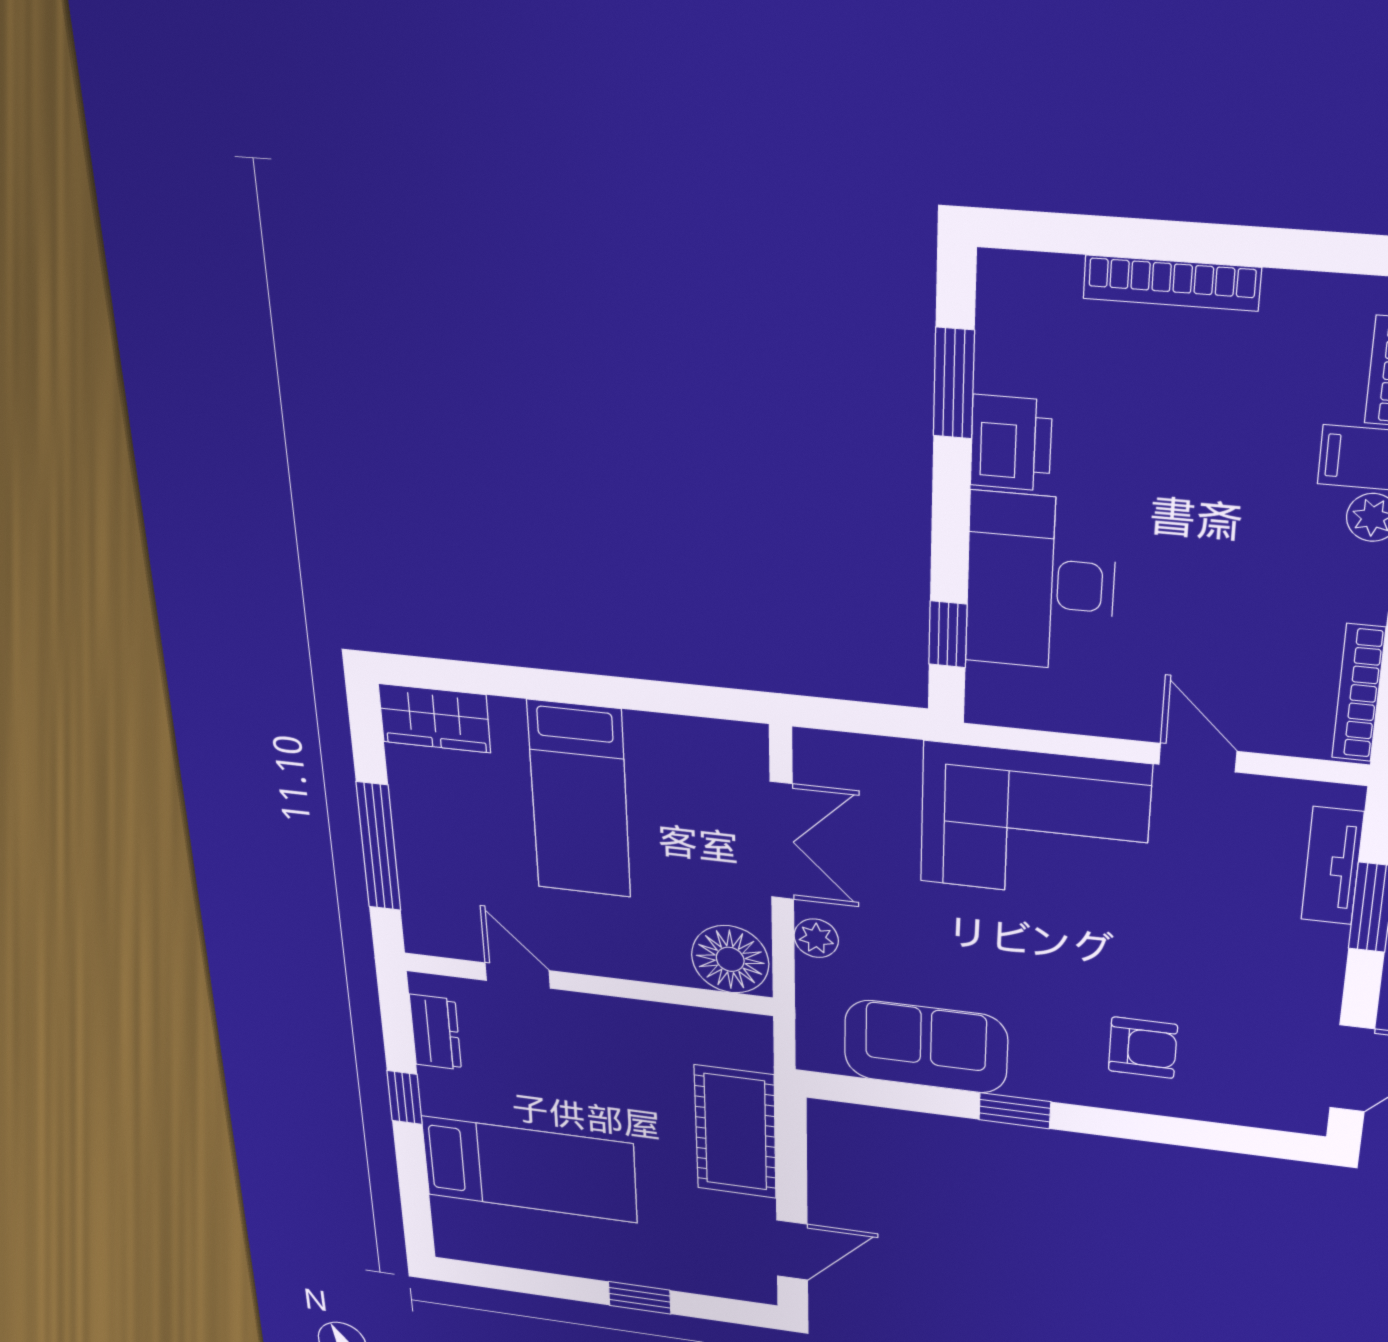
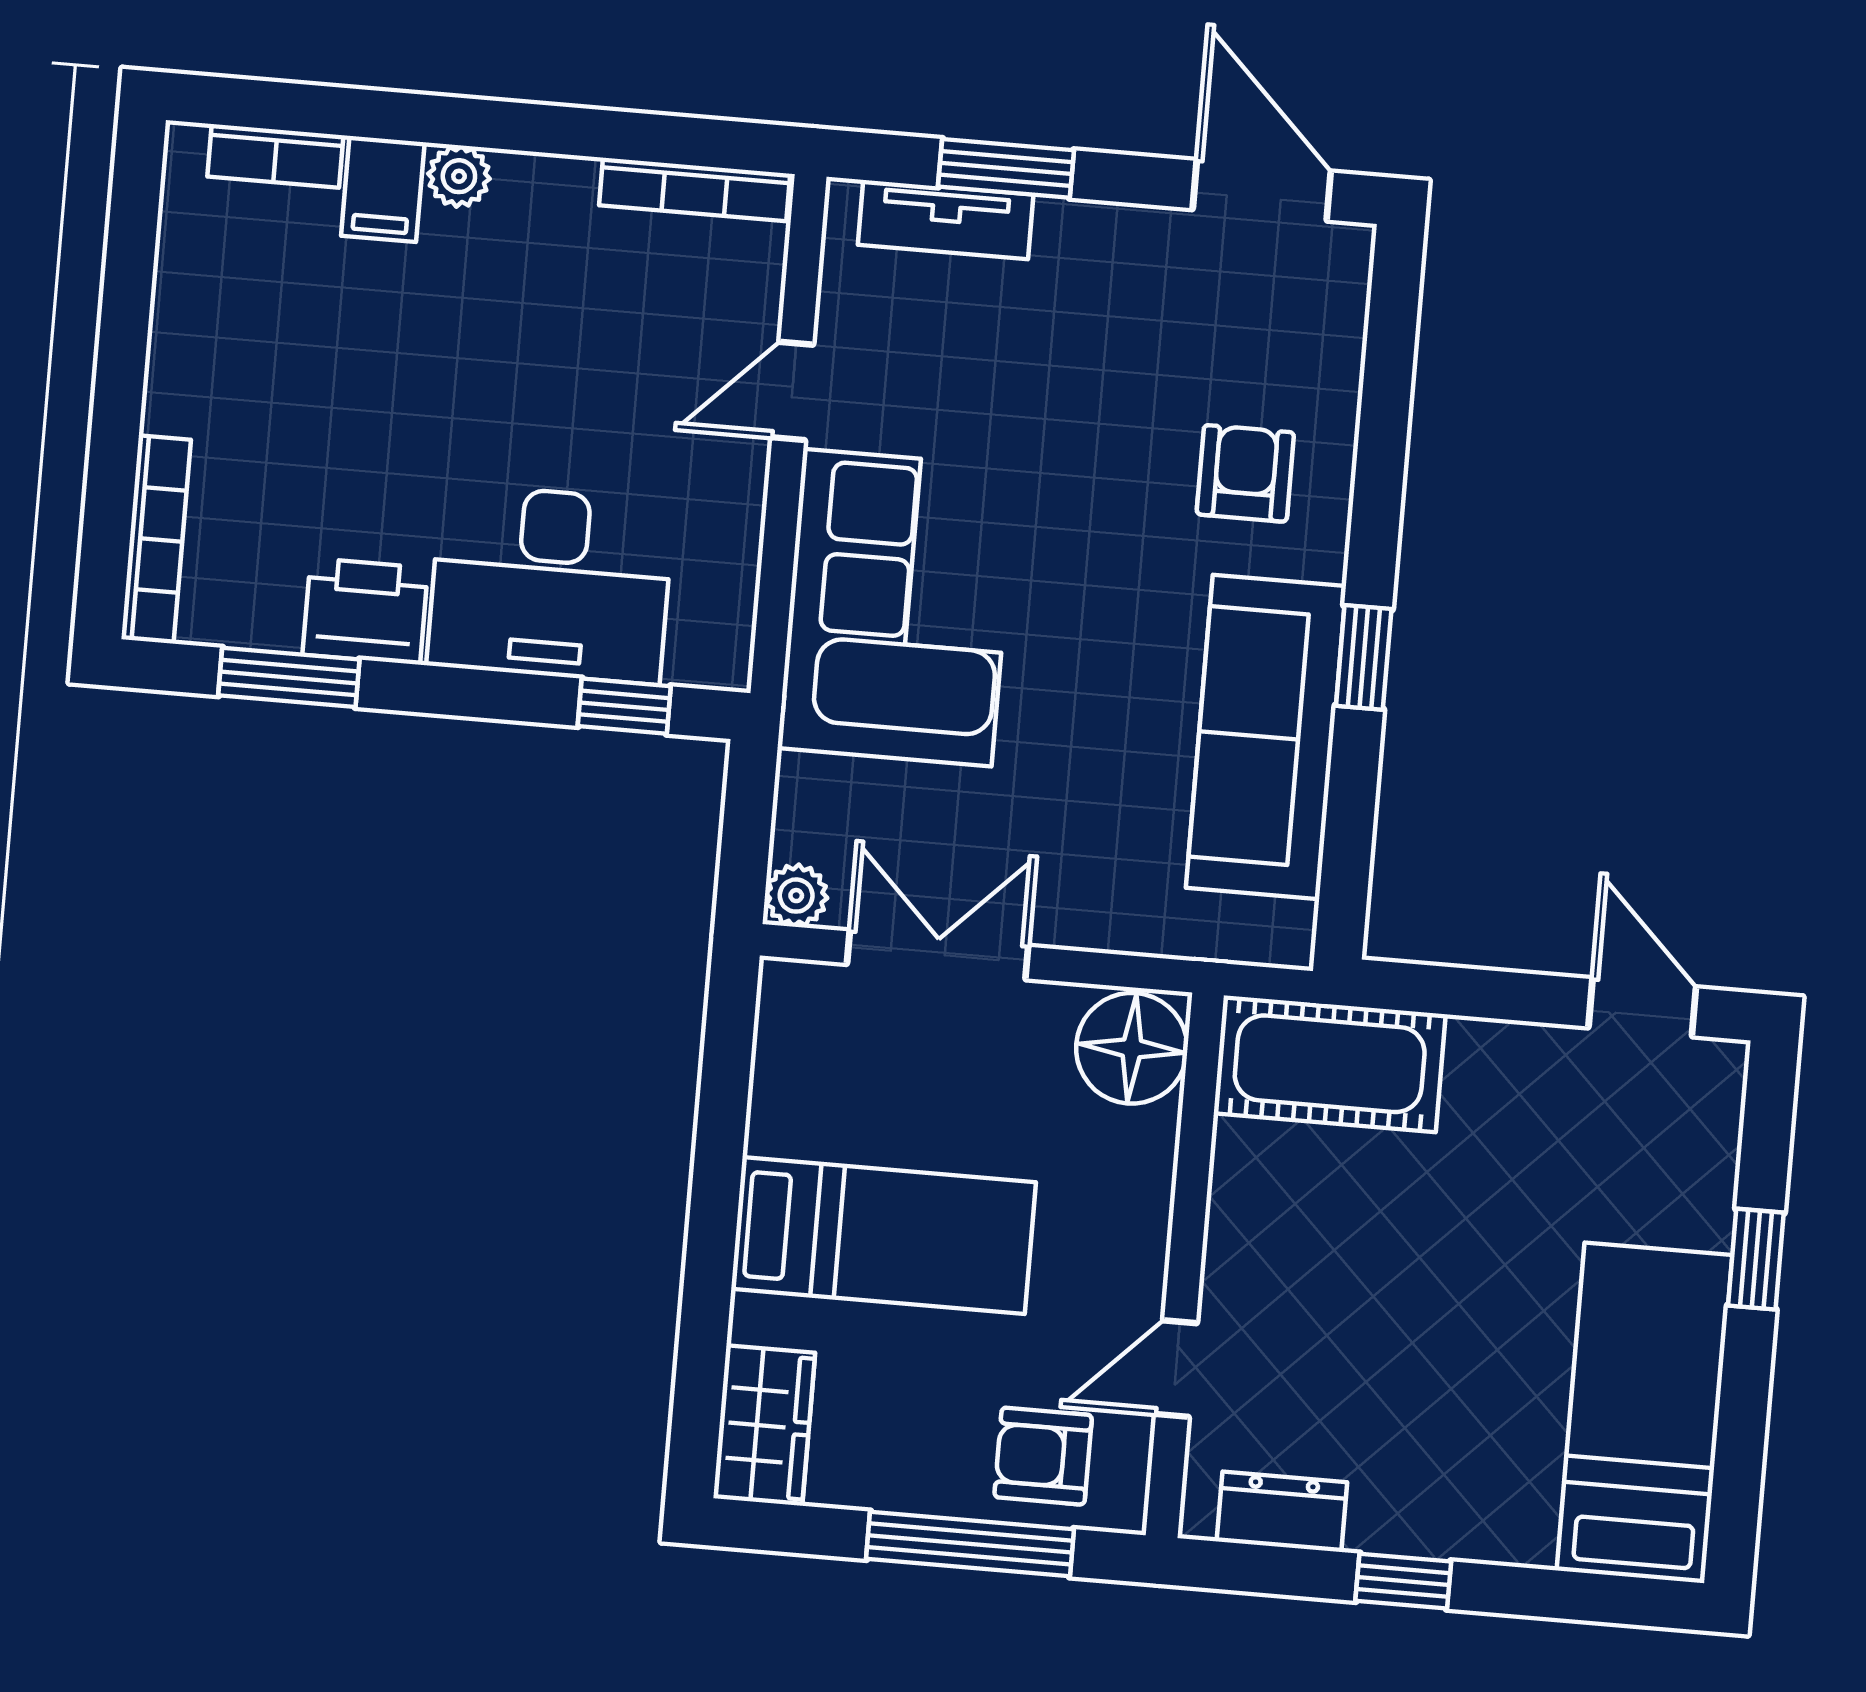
bookcase: (1172, 283) -> (156, 539), moved
armchair: (446, 894) -> (1043, 1456), added
plant: (816, 938) -> (796, 896), moved
sofa: (926, 1047) -> (1266, 737), width x1.36
cot: (735, 1132) -> (1330, 1064), moved
bed: (529, 1169) -> (1645, 1413), moved

